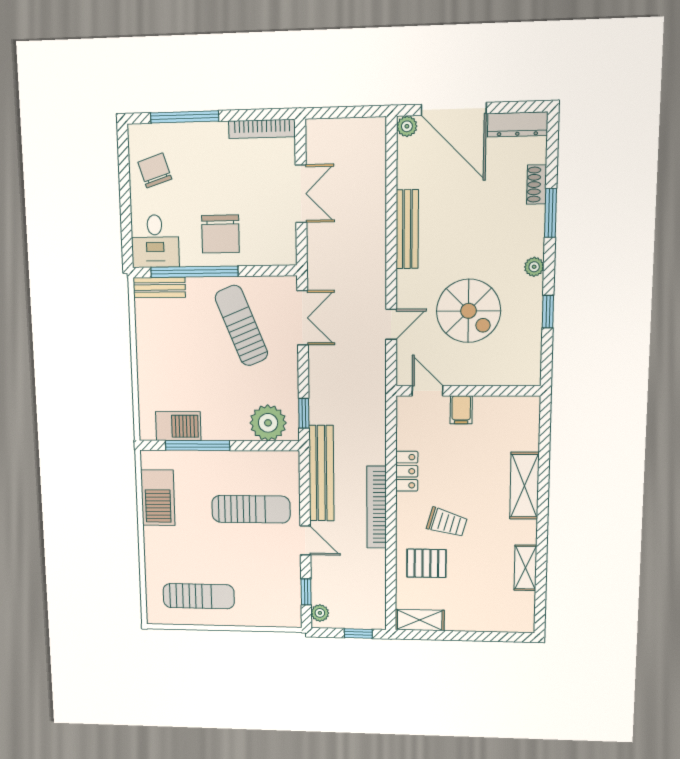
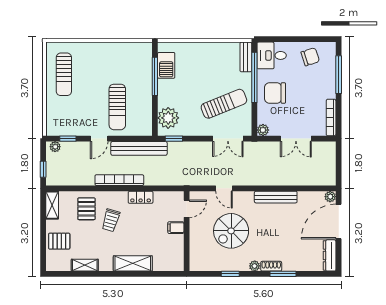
shoe rack: (537, 185) -> (271, 266), moved
plant: (286, 255) -> (263, 130), added
barbecue: (158, 498) -> (124, 52), removed
pallet: (482, 610) -> (59, 241), added

